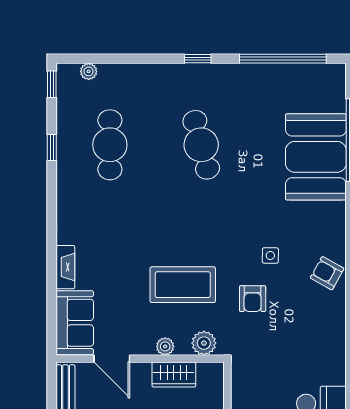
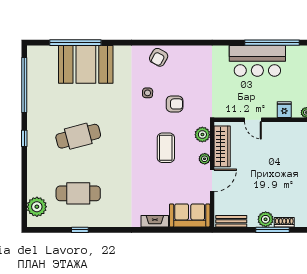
plant: (89, 71) -> (37, 207), width x1.88, depth x1.88
window: (52, 84) -> (40, 230), removed
coffee table: (183, 285) -> (166, 148), width x0.73, depth x0.76
door: (112, 359) -> (212, 180), moved
wardrobe: (174, 374) -> (222, 146), width x1.50

